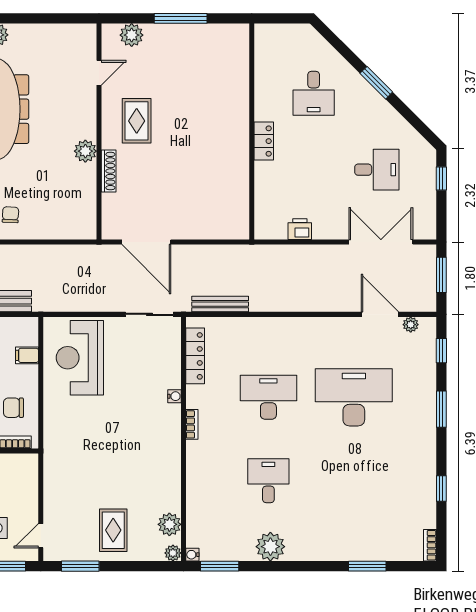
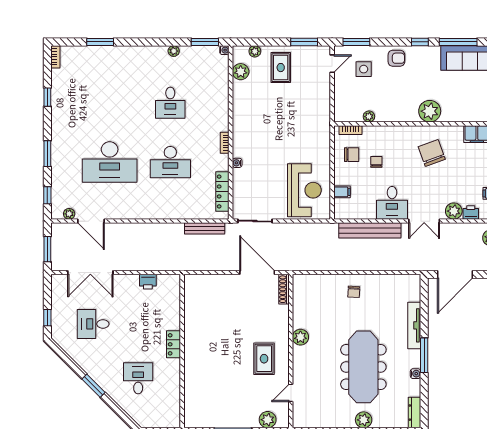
shoe rack: (109, 171) -> (284, 289), moved
plant: (270, 547) -> (174, 51), width x0.53, depth x0.53
plant: (173, 553) -> (255, 51), moved

